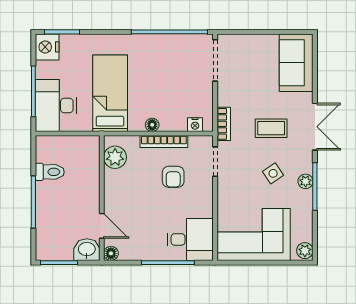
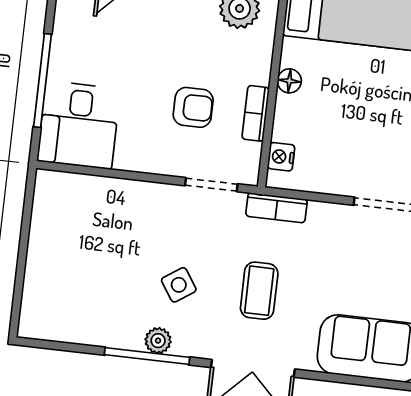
bookcase: (164, 142) -> (256, 113), width x0.64
armchair: (173, 177) -> (193, 107), turned 180
corner sofa: (254, 235) -> (75, 238), removed
plant: (305, 251) -> (36, 325), removed

